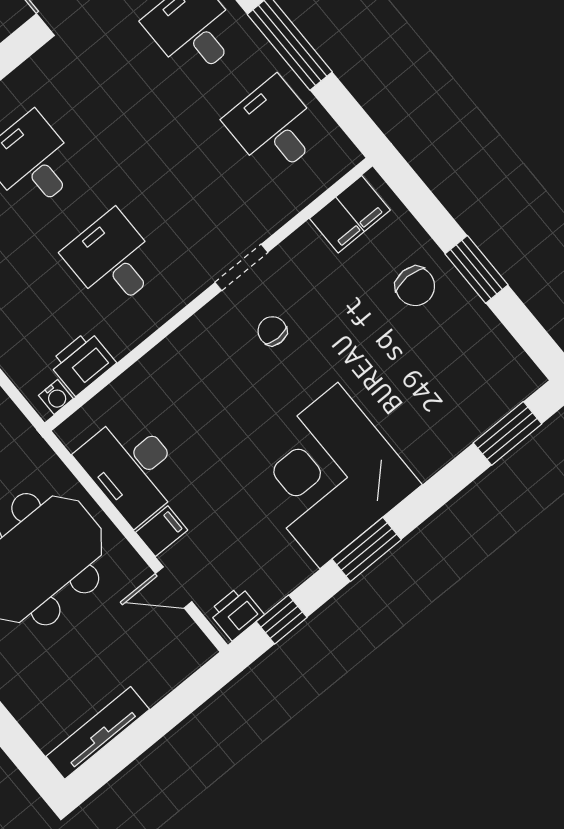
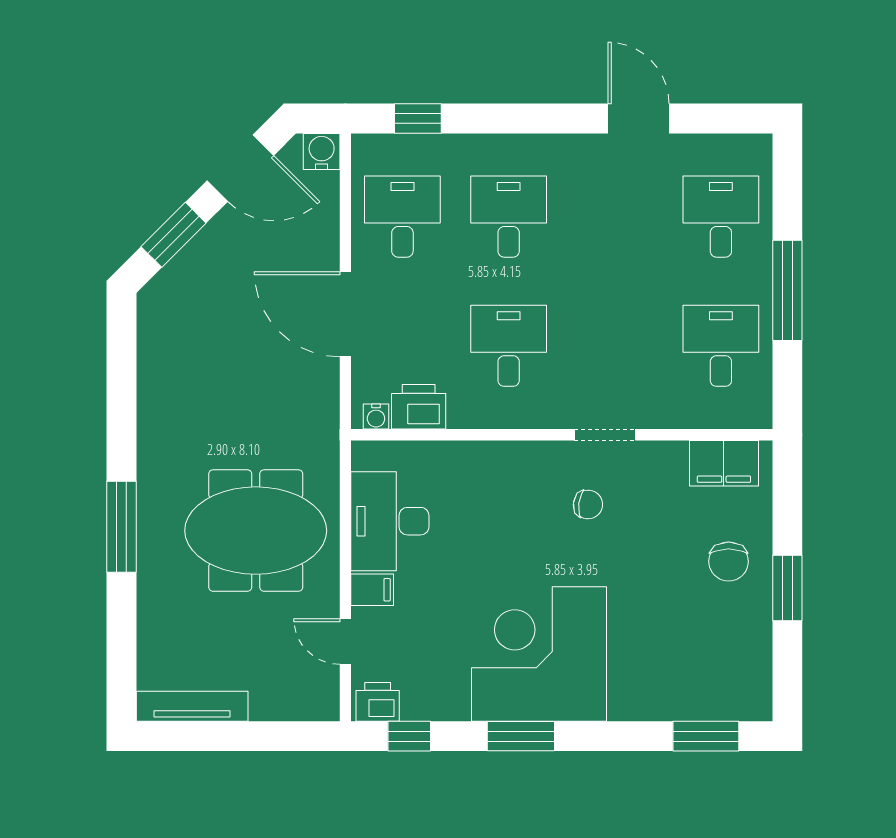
chair: (272, 331) -> (588, 504), turned 97

